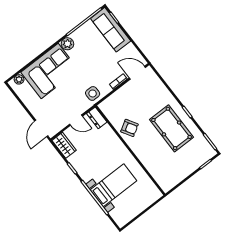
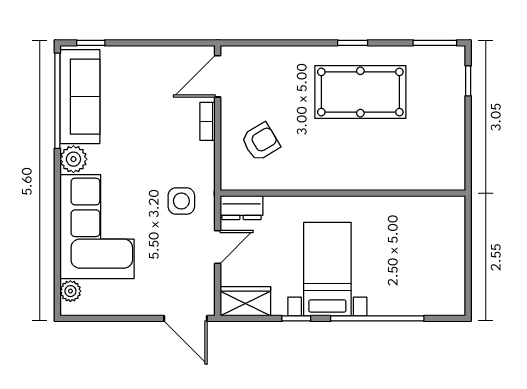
sofa: (111, 30) -> (80, 97), moved, turned -90
side table: (93, 93) -> (181, 201), moved
armchair: (130, 128) -> (260, 142), moved
bed with nightstands: (114, 185) -> (327, 269), moved

